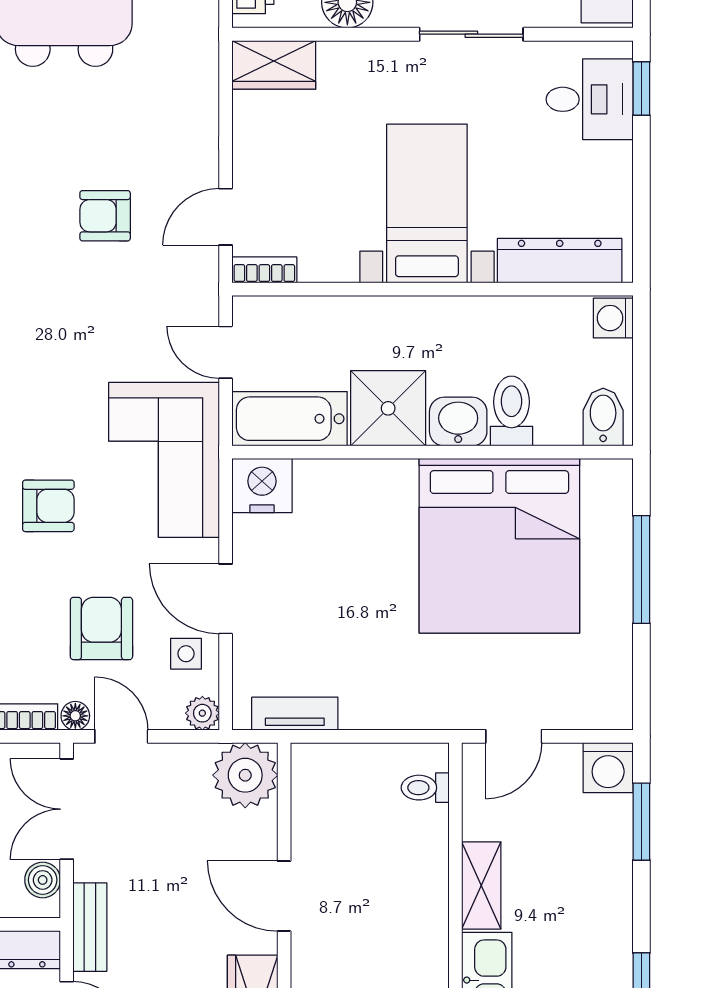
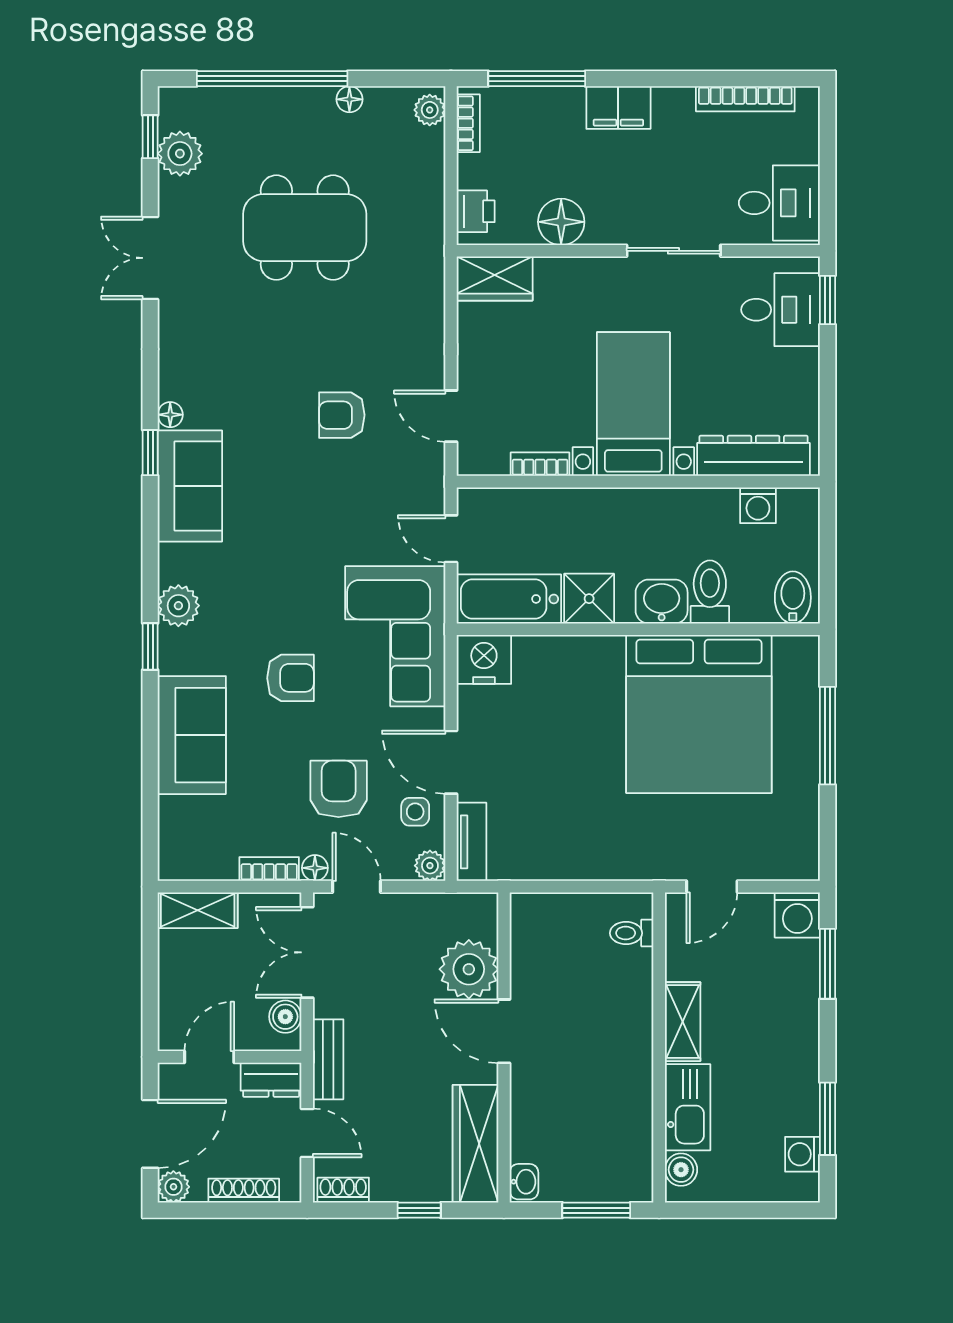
door: (226, 217) -> (451, 416), hinge flipped
bookcase: (264, 270) -> (540, 464), moved
washing machine: (613, 318) -> (758, 505), moved, turned -90
shower: (388, 408) -> (589, 599), width x0.73, depth x0.73
tv unit: (295, 714) -> (472, 842), moved, turned 90
plant: (245, 775) -> (469, 969), moved

